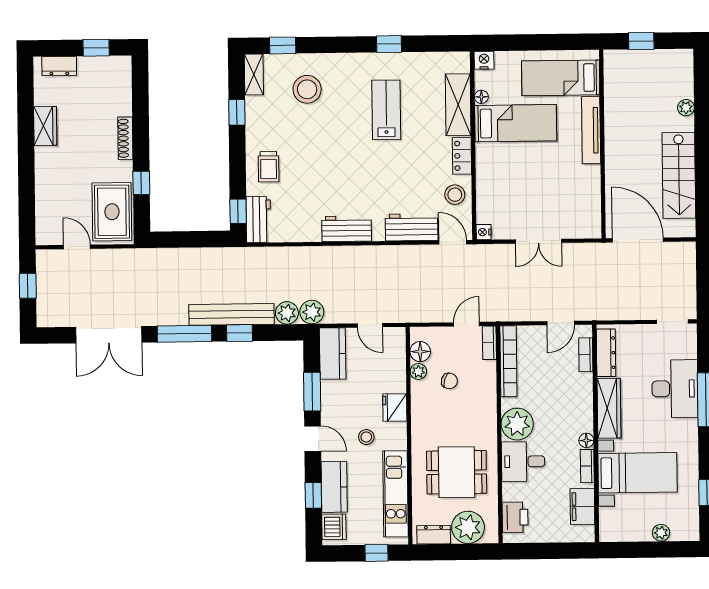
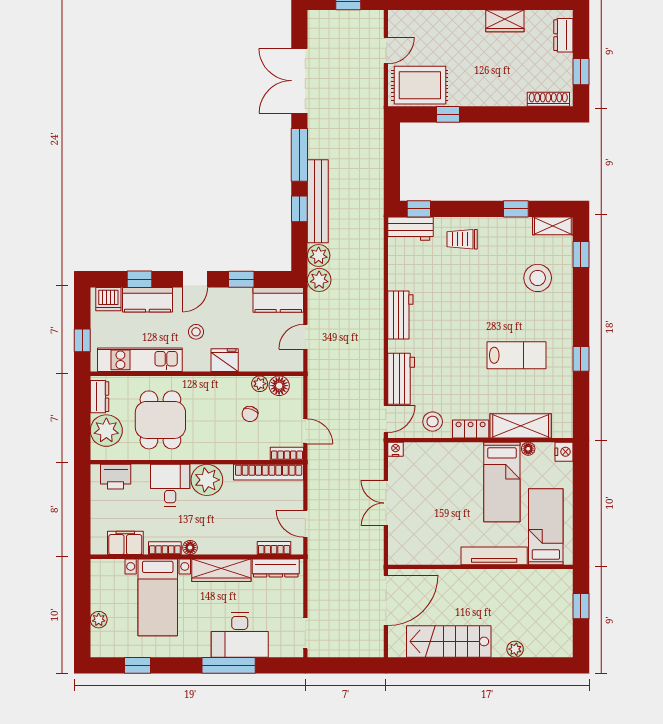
shoe rack: (125, 138) -> (548, 99), moved
window: (312, 392) -> (241, 279), width x0.67

